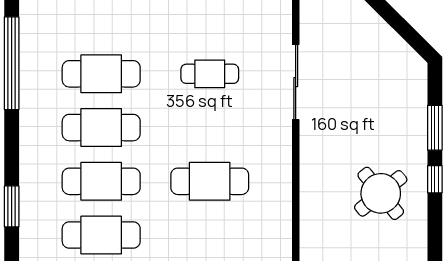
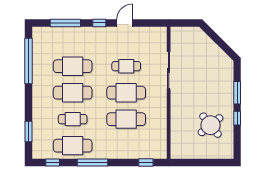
cafe table: (210, 128) -> (126, 93), added
cafe table: (101, 181) -> (73, 119), width x0.73, depth x0.74

